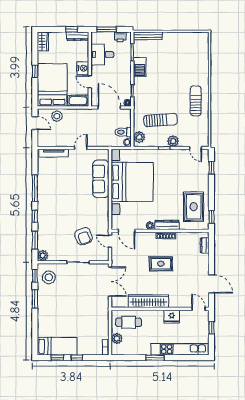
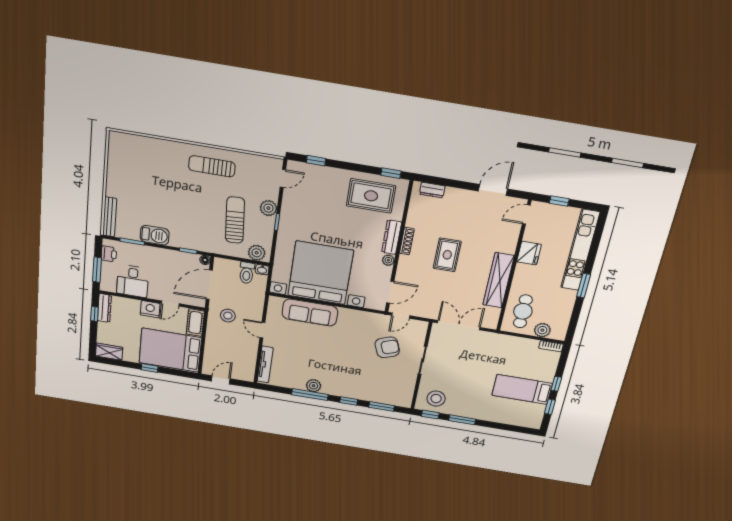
stool: (57, 116) -> (228, 316), moved
plant: (43, 256) -> (314, 386), moved
bed: (57, 346) -> (522, 389), moved, turned -90

